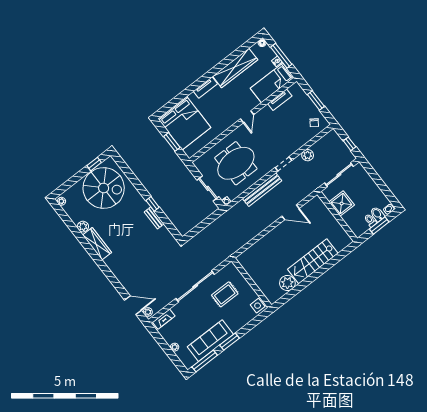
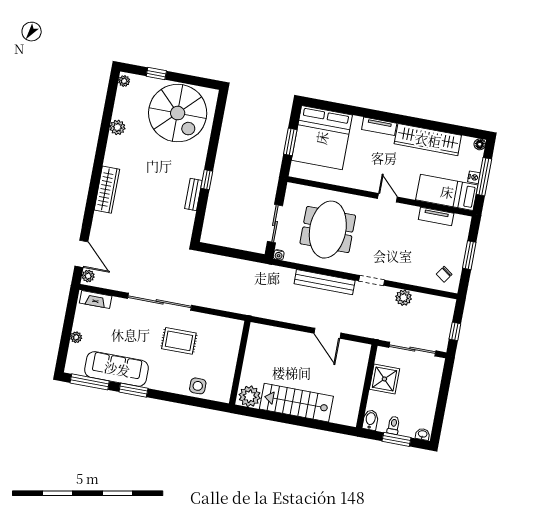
door: (247, 117) -> (387, 198), swing flipped
meeting table: (236, 163) -> (328, 230), turned 90
window: (94, 164) -> (156, 74), moved
bidet: (377, 214) -> (370, 420), moved
wardrobe: (97, 244) -> (107, 190), moved
wall: (252, 283) -> (240, 363), moved

